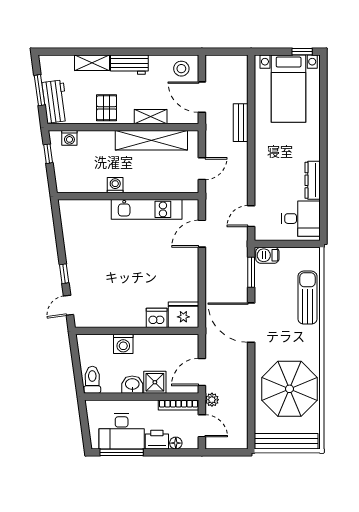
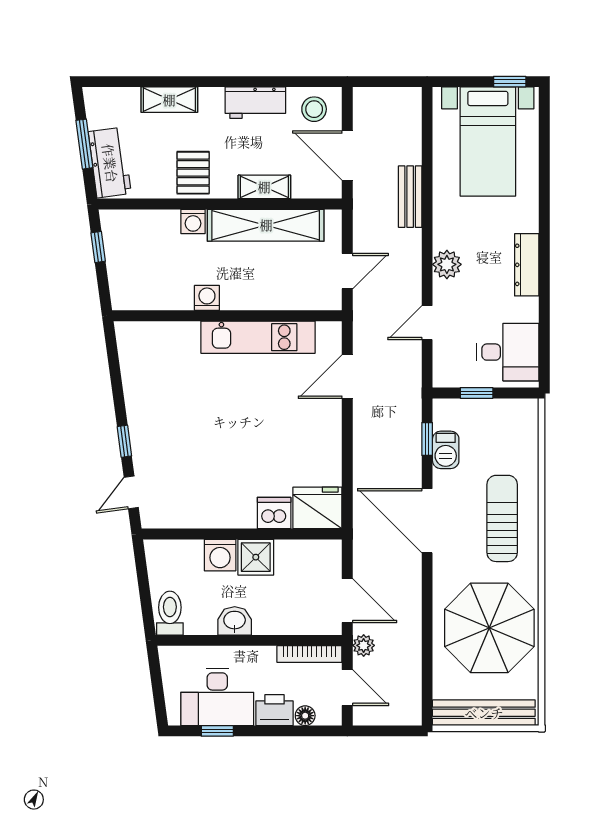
workbench: (129, 65) -> (255, 103), moved
washing machine: (69, 138) -> (193, 221), moved
plant: (263, 164) -> (447, 264), added
dresser: (313, 180) -> (527, 265), moved
door: (251, 216) -> (427, 323), moved
window: (282, 244) -> (477, 393), added
barbecue: (267, 255) -> (446, 450), moved, turned -90
window: (251, 272) -> (427, 439), width x0.67
sun lounger: (308, 298) -> (502, 518), moved
door: (202, 372) -> (347, 601), swing flipped
shower: (155, 382) -> (256, 557), moved
window: (122, 452) -> (217, 731), width x0.46

